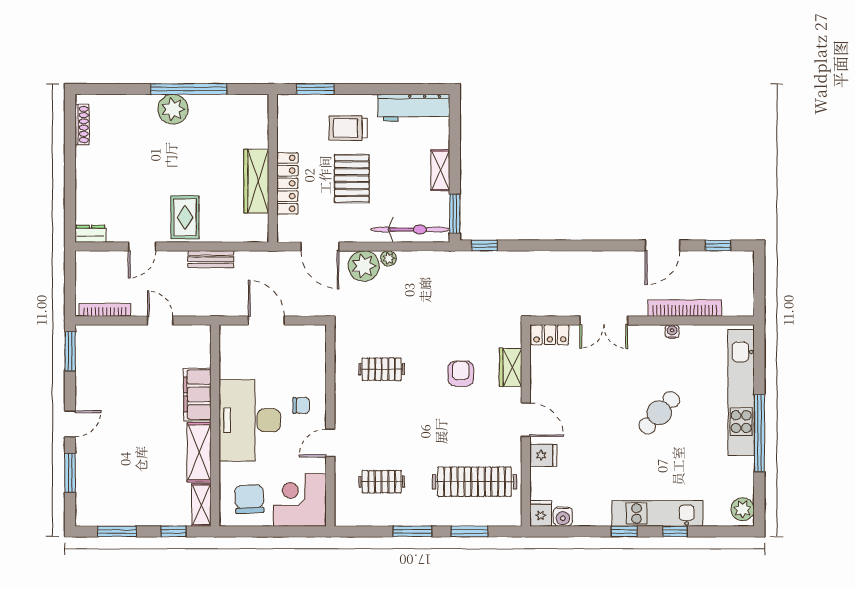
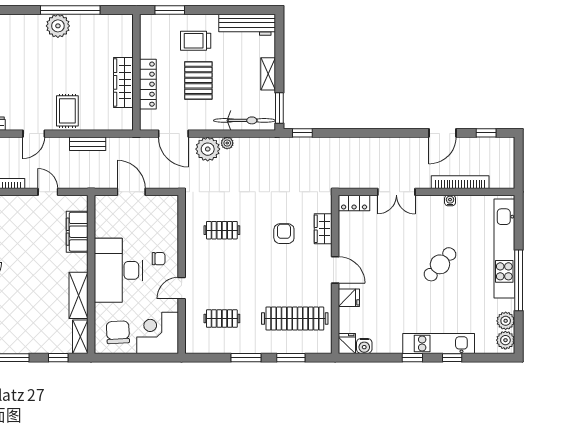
filing cabinet: (197, 394) -> (77, 232), moved
plant: (743, 485) -> (506, 321), added

